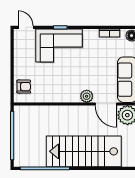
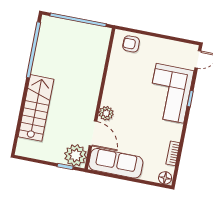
armchair: (24, 87) -> (131, 44), turned 90
door: (106, 104) -> (93, 133), swing flipped
stairs: (84, 151) -> (36, 108), width x0.73, depth x0.66

